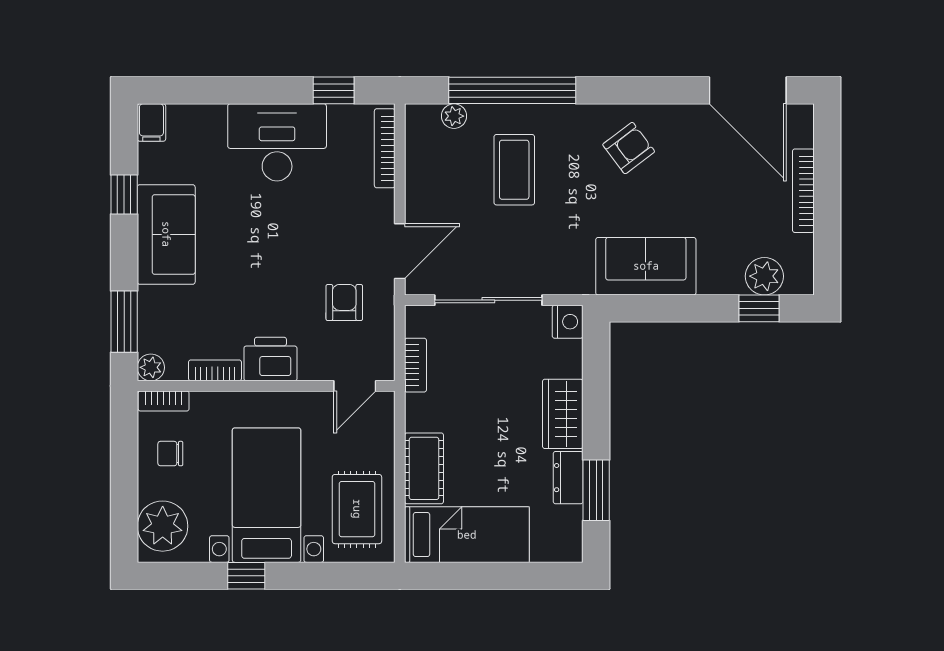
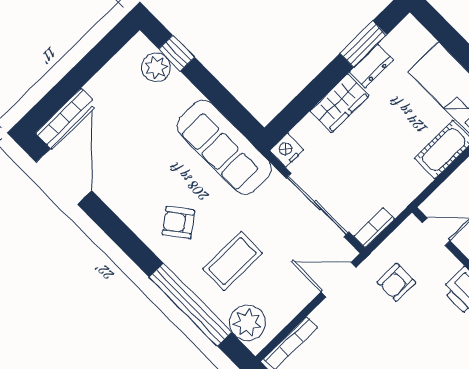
plant: (454, 116) -> (247, 323), width x1.88, depth x1.88
armchair: (629, 148) -> (178, 222), moved
bookcase: (803, 191) -> (64, 116), moved
sofa: (646, 266) -> (224, 147), width x1.36
bookcase: (416, 365) -> (374, 228), moved

